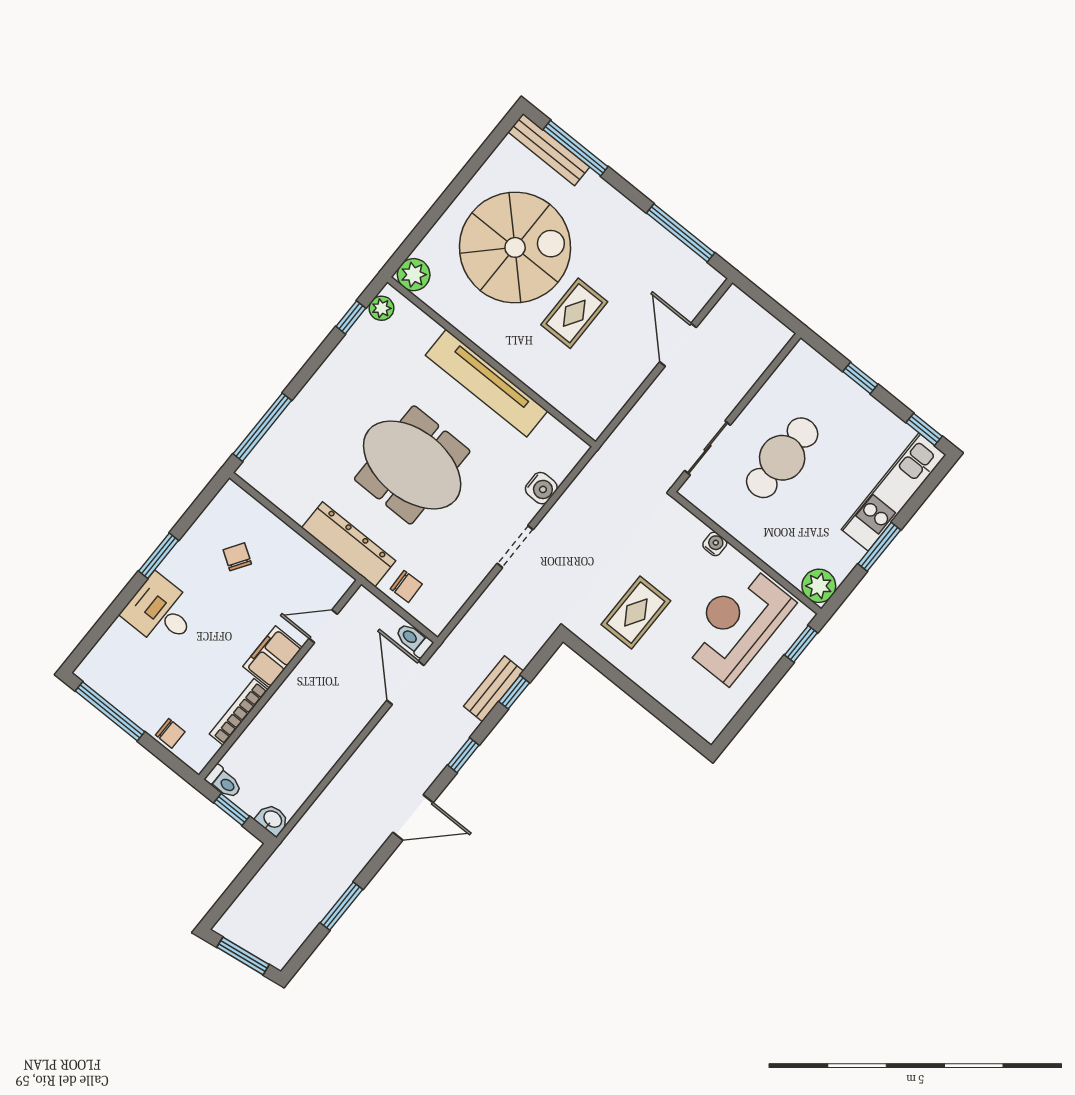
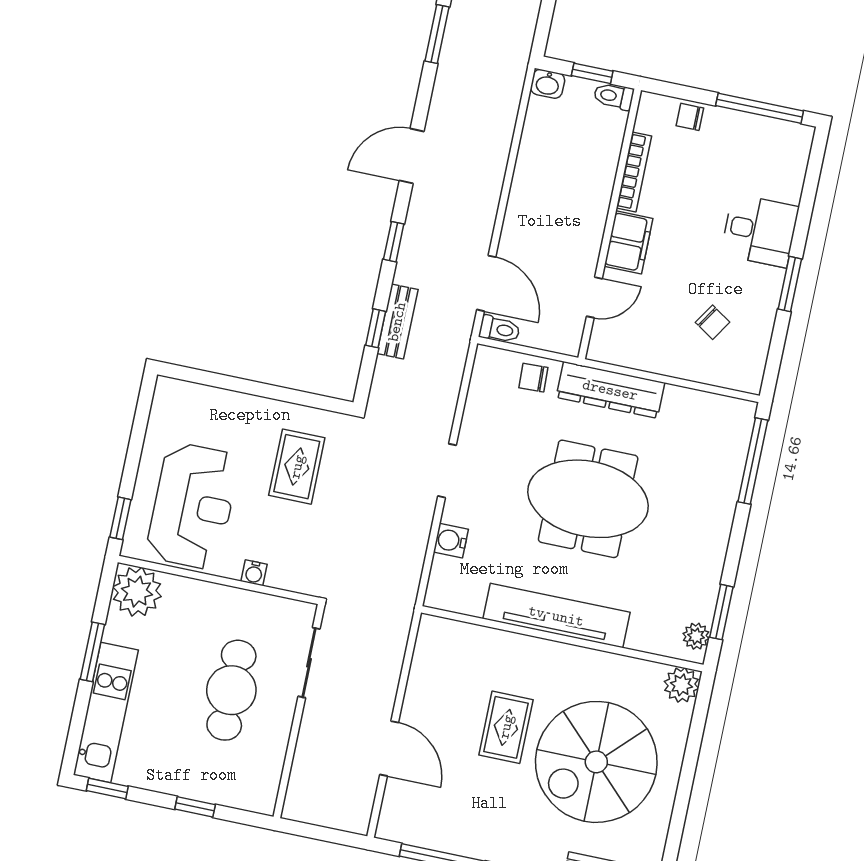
window: (351, 317) -> (721, 612), width x1.50
plant: (819, 586) -> (137, 592), width x1.36, depth x1.36

